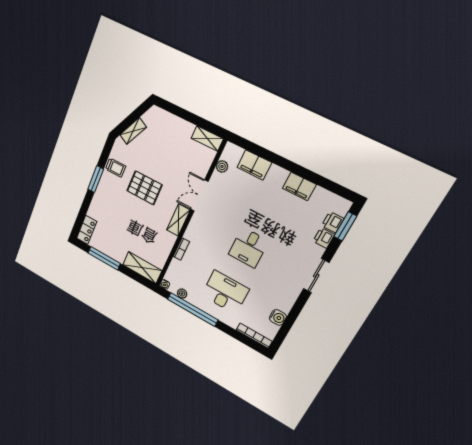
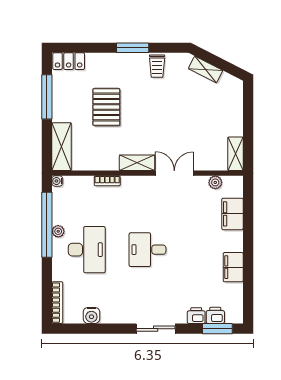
pallet: (144, 188) -> (106, 107), moved
plant: (182, 294) -> (58, 231), moved

